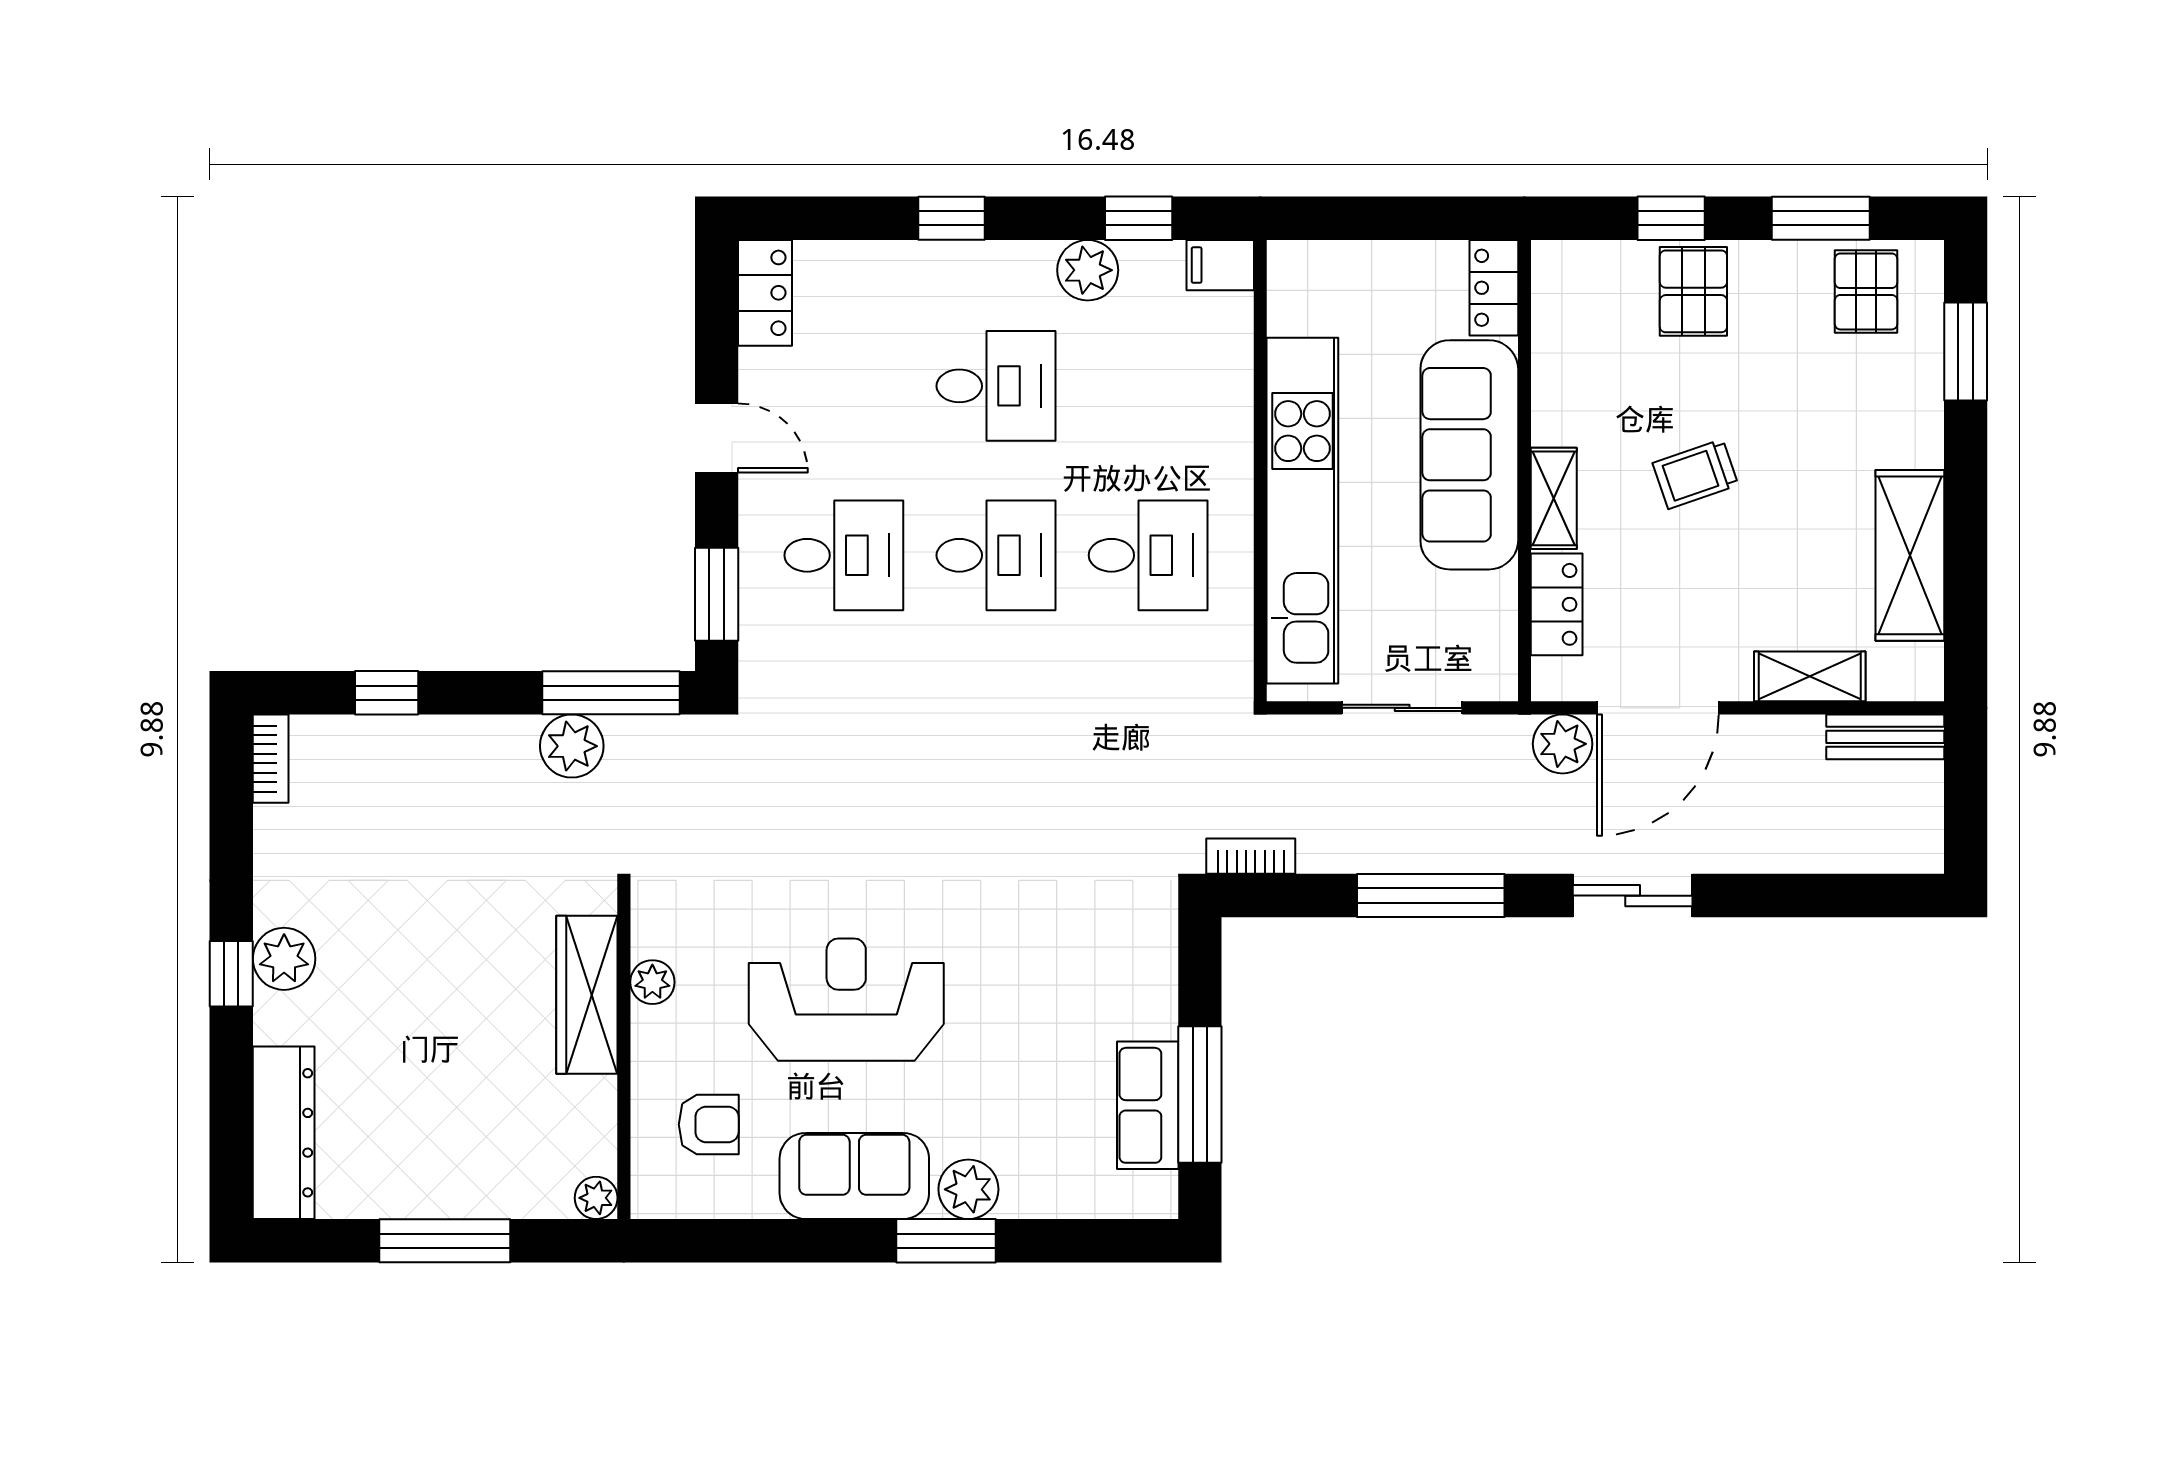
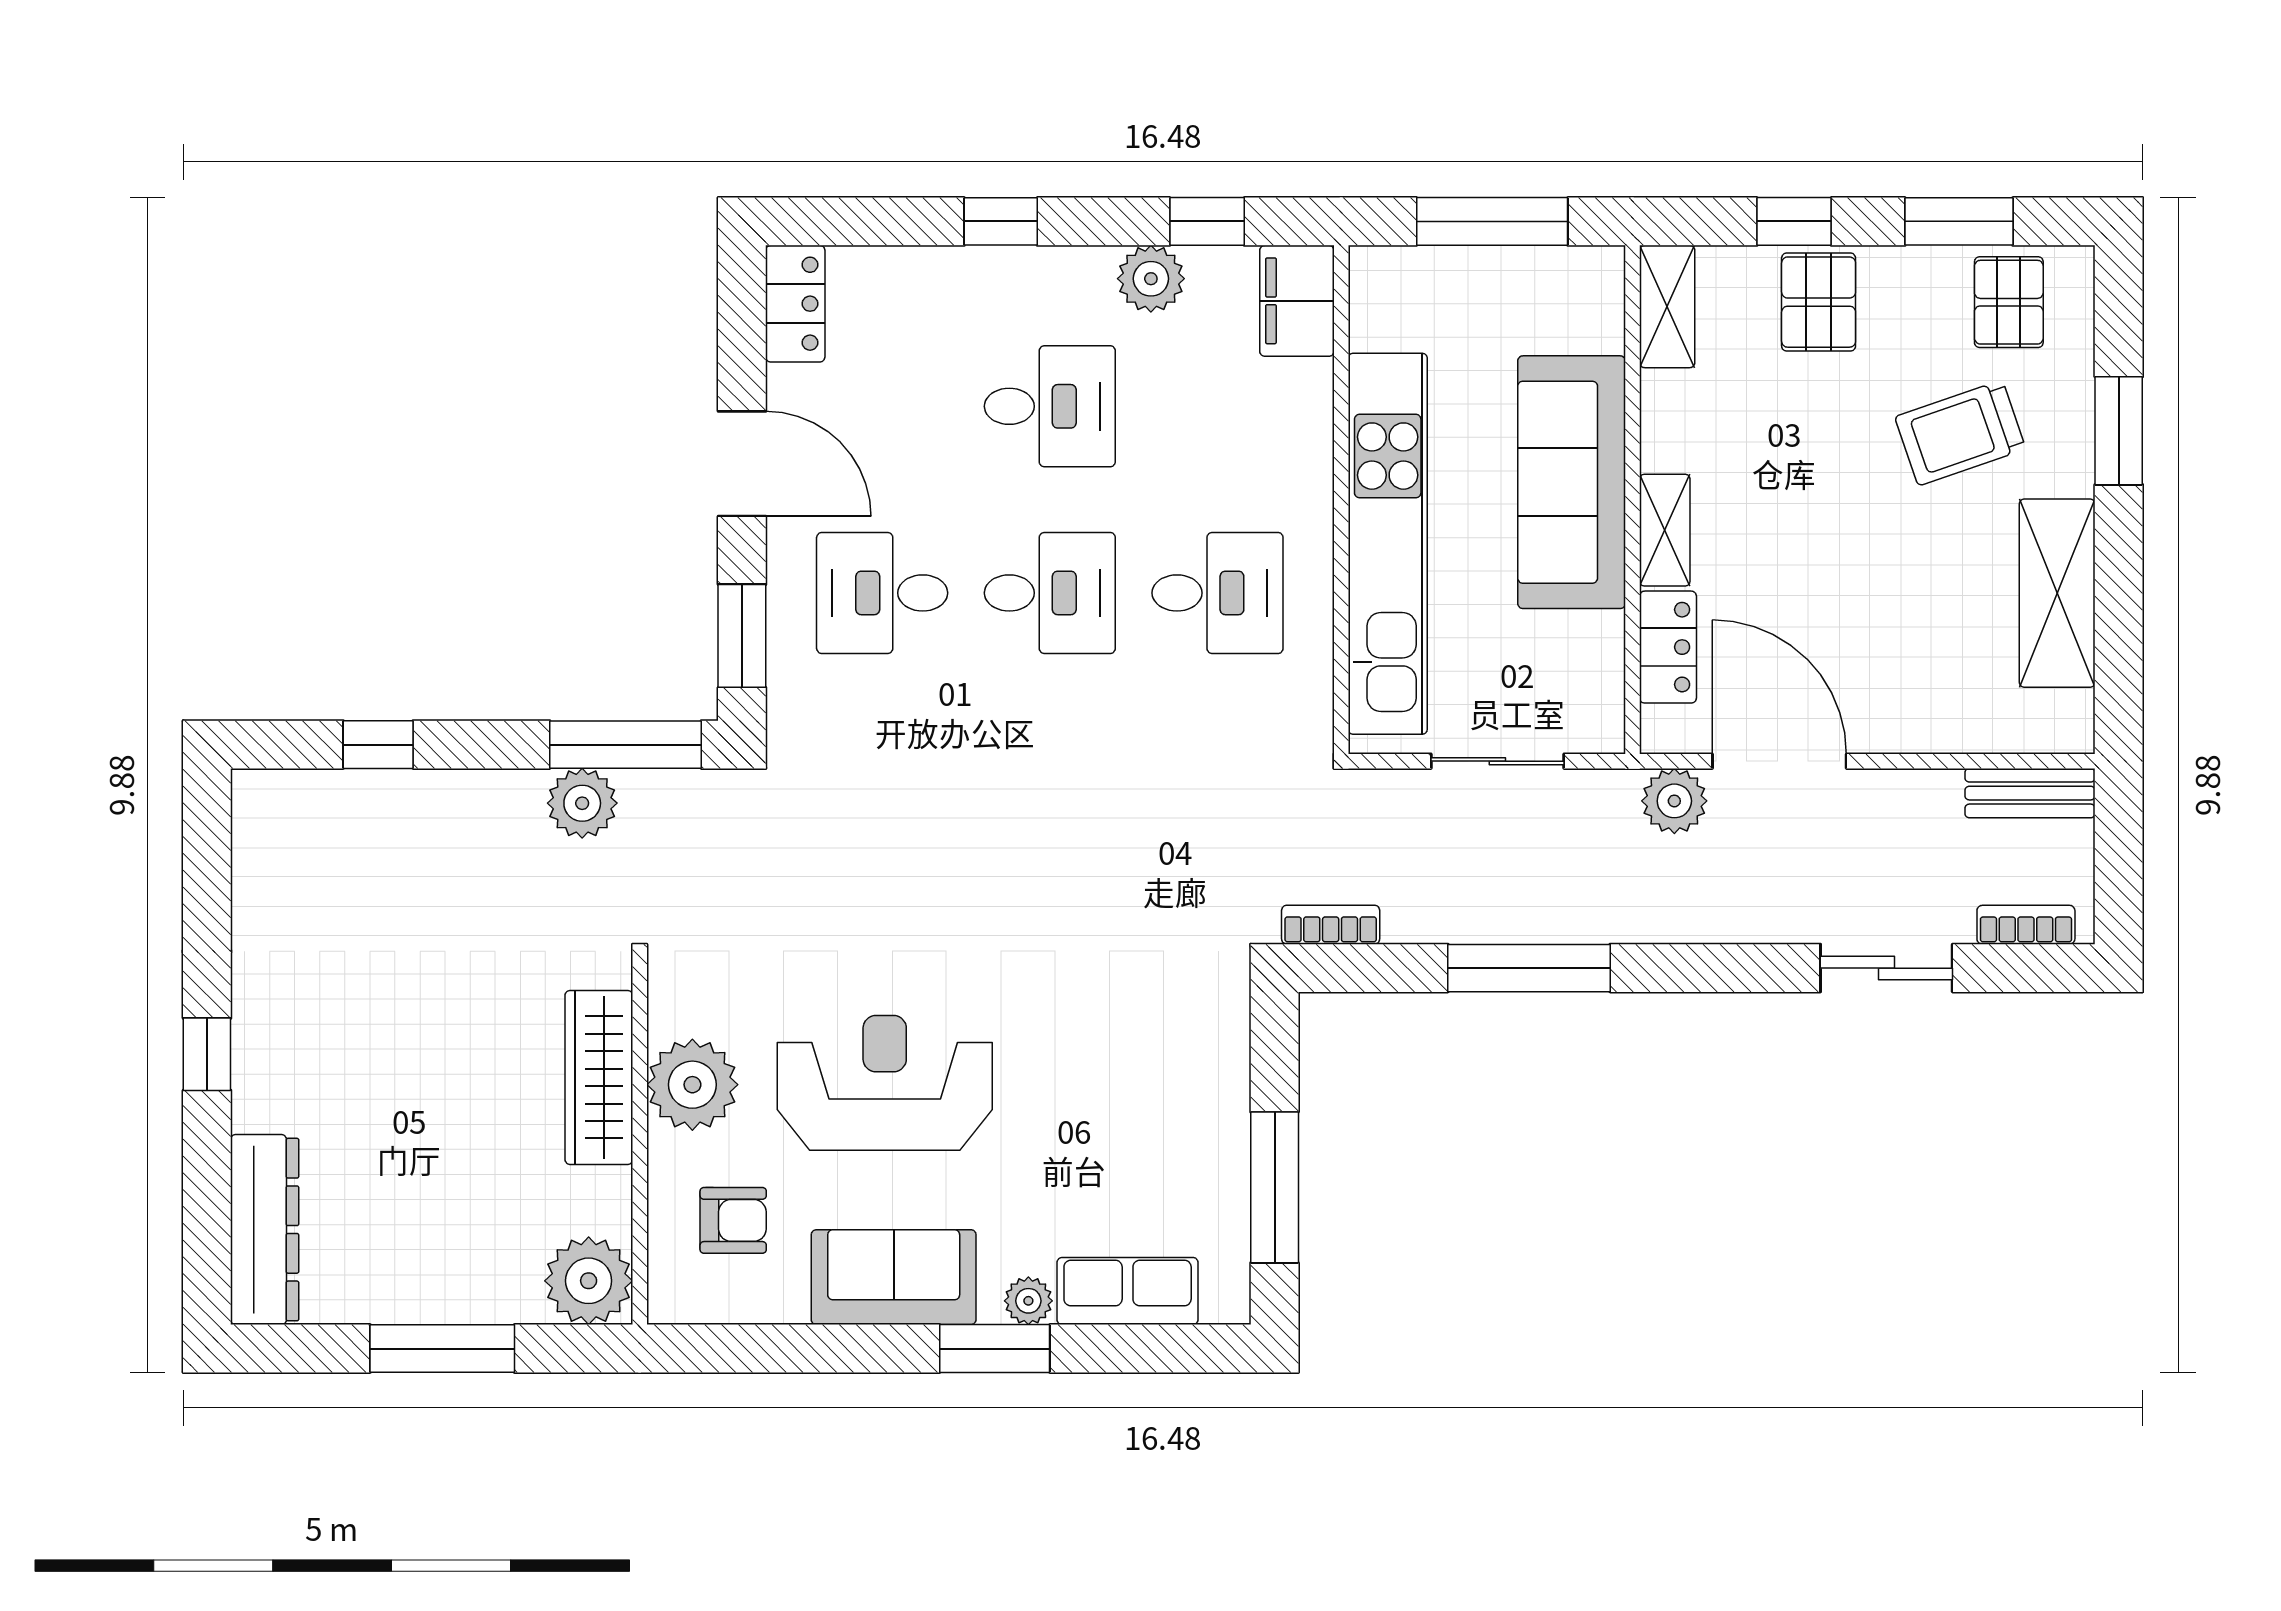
window: (1397, 218) -> (1492, 221), added
filing cabinet: (1220, 265) -> (1297, 301), width x2.00
locker: (1494, 288) -> (1599, 298), removed
window: (1966, 352) -> (2119, 431), moved
door: (717, 438) -> (742, 464), width x1.38
trolley: (1695, 474) -> (1960, 433), moved, width x1.36, depth x1.39
desk: (844, 555) -> (882, 593), turned 180
shelving: (1810, 676) -> (1667, 306), moved, turned 90
door: (1658, 708) -> (1779, 761), swing flipped
bookcase: (271, 759) -> (2026, 925), moved, turned -90
sliding door: (1633, 896) -> (1886, 968), moved
plant: (284, 959) -> (265, 1038), removed
plant: (652, 982) -> (692, 1085), width x1.87, depth x1.87
row of seats: (1148, 1105) -> (1128, 1291), moved, turned 90
plant: (968, 1189) -> (1028, 1301), width x0.73, depth x0.73
plant: (596, 1198) -> (589, 1281), width x1.88, depth x1.88

